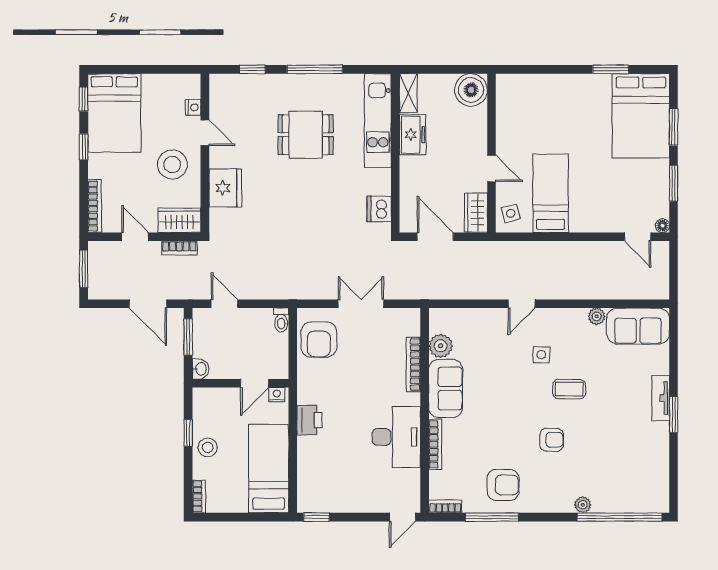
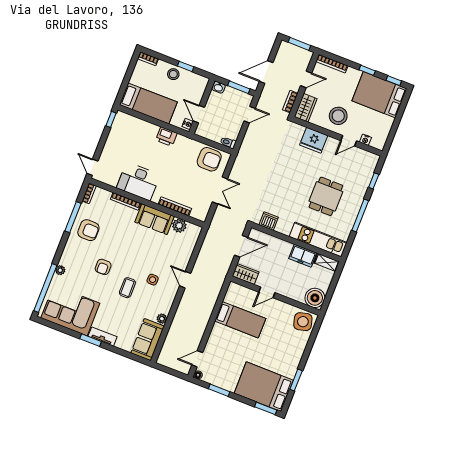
window: (674, 127) -> (266, 408), moved
side table: (511, 213) -> (303, 322), moved, width x1.87, depth x1.87
armchair: (319, 340) -> (209, 159), turned 180
corner sofa: (640, 464) -> (70, 311), added
armchair: (503, 485) -> (88, 230), turned -90

